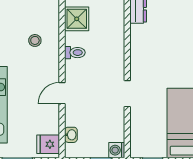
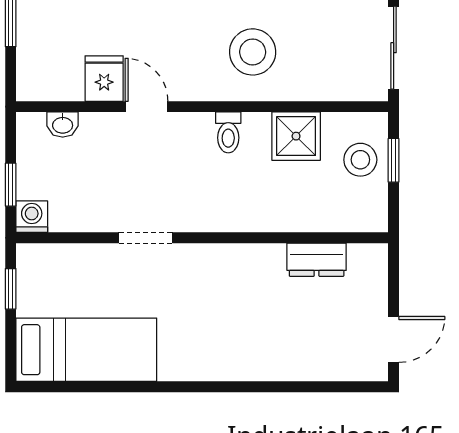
stool: (35, 40) -> (253, 52), width x1.89, depth x1.89
fridge: (48, 144) -> (104, 79), moved

